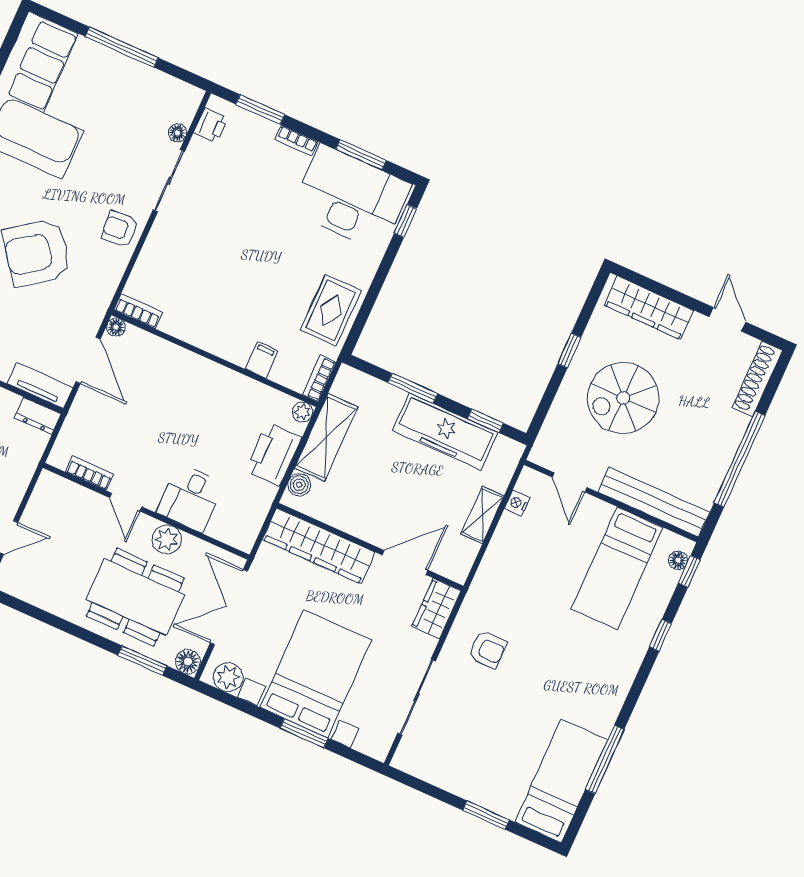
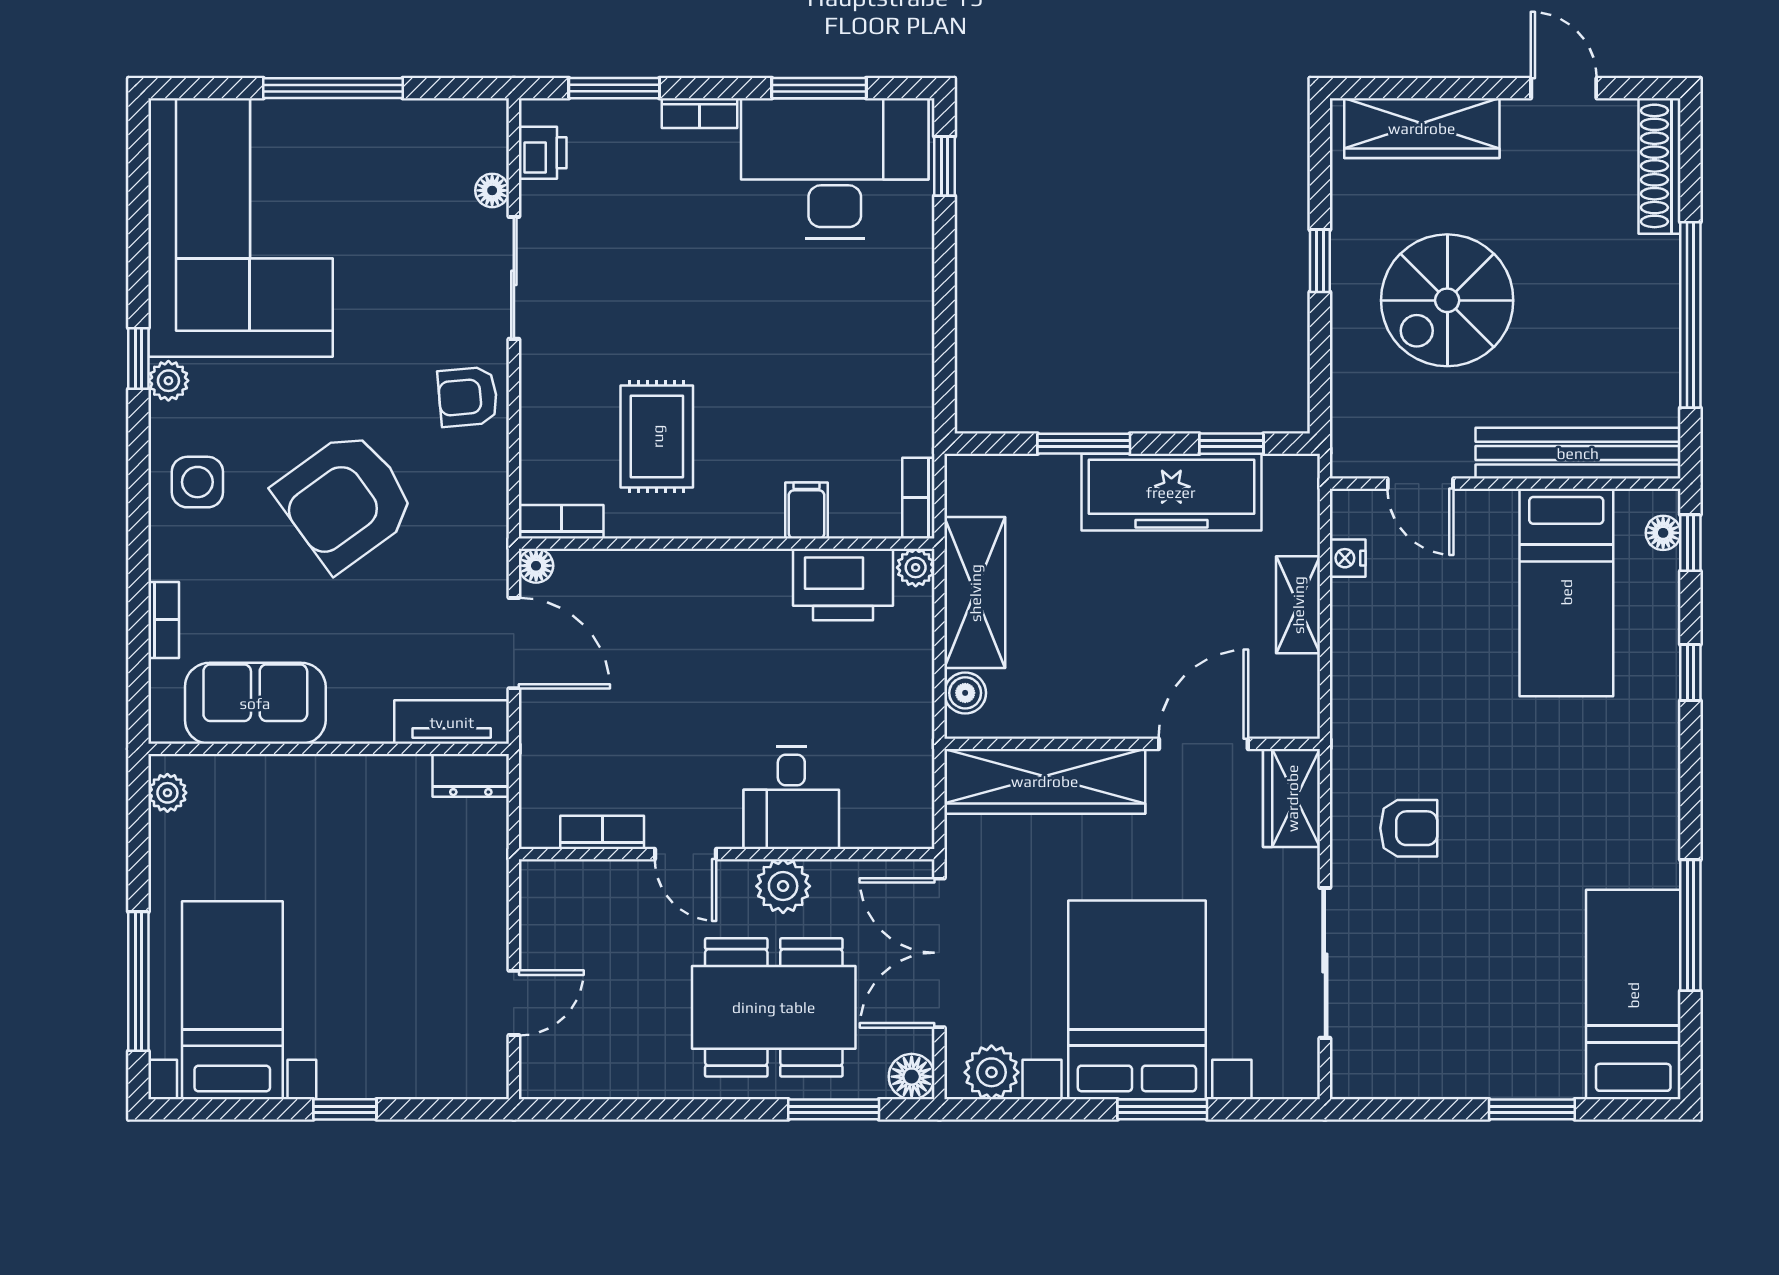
rug: (331, 310) -> (657, 436), moved
printer: (273, 454) -> (843, 584), moved, turned -90

